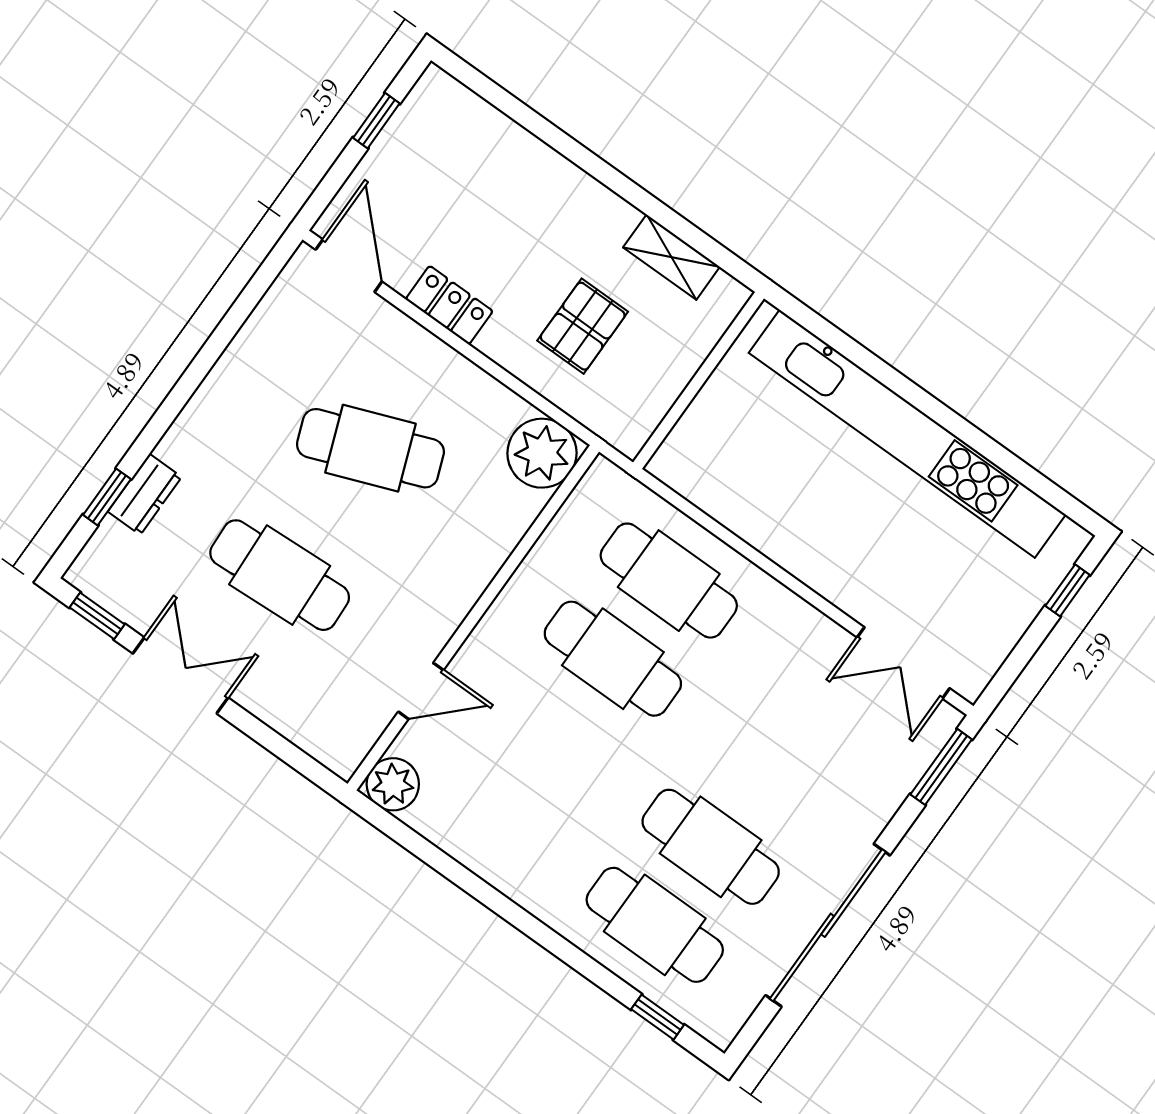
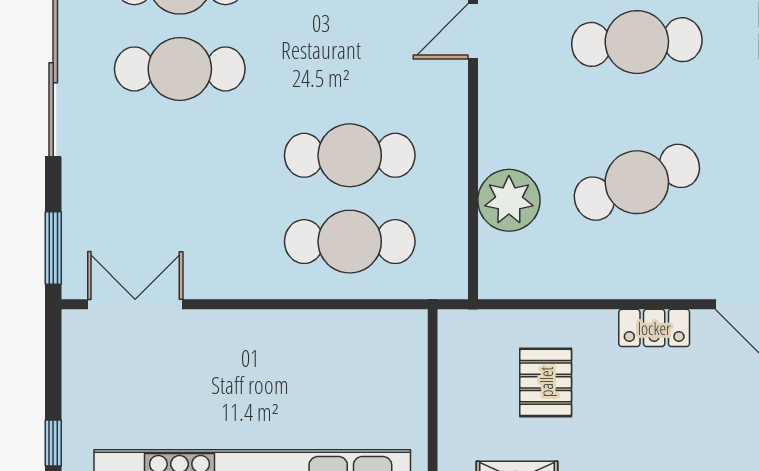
plant: (542, 453) -> (509, 200), moved

